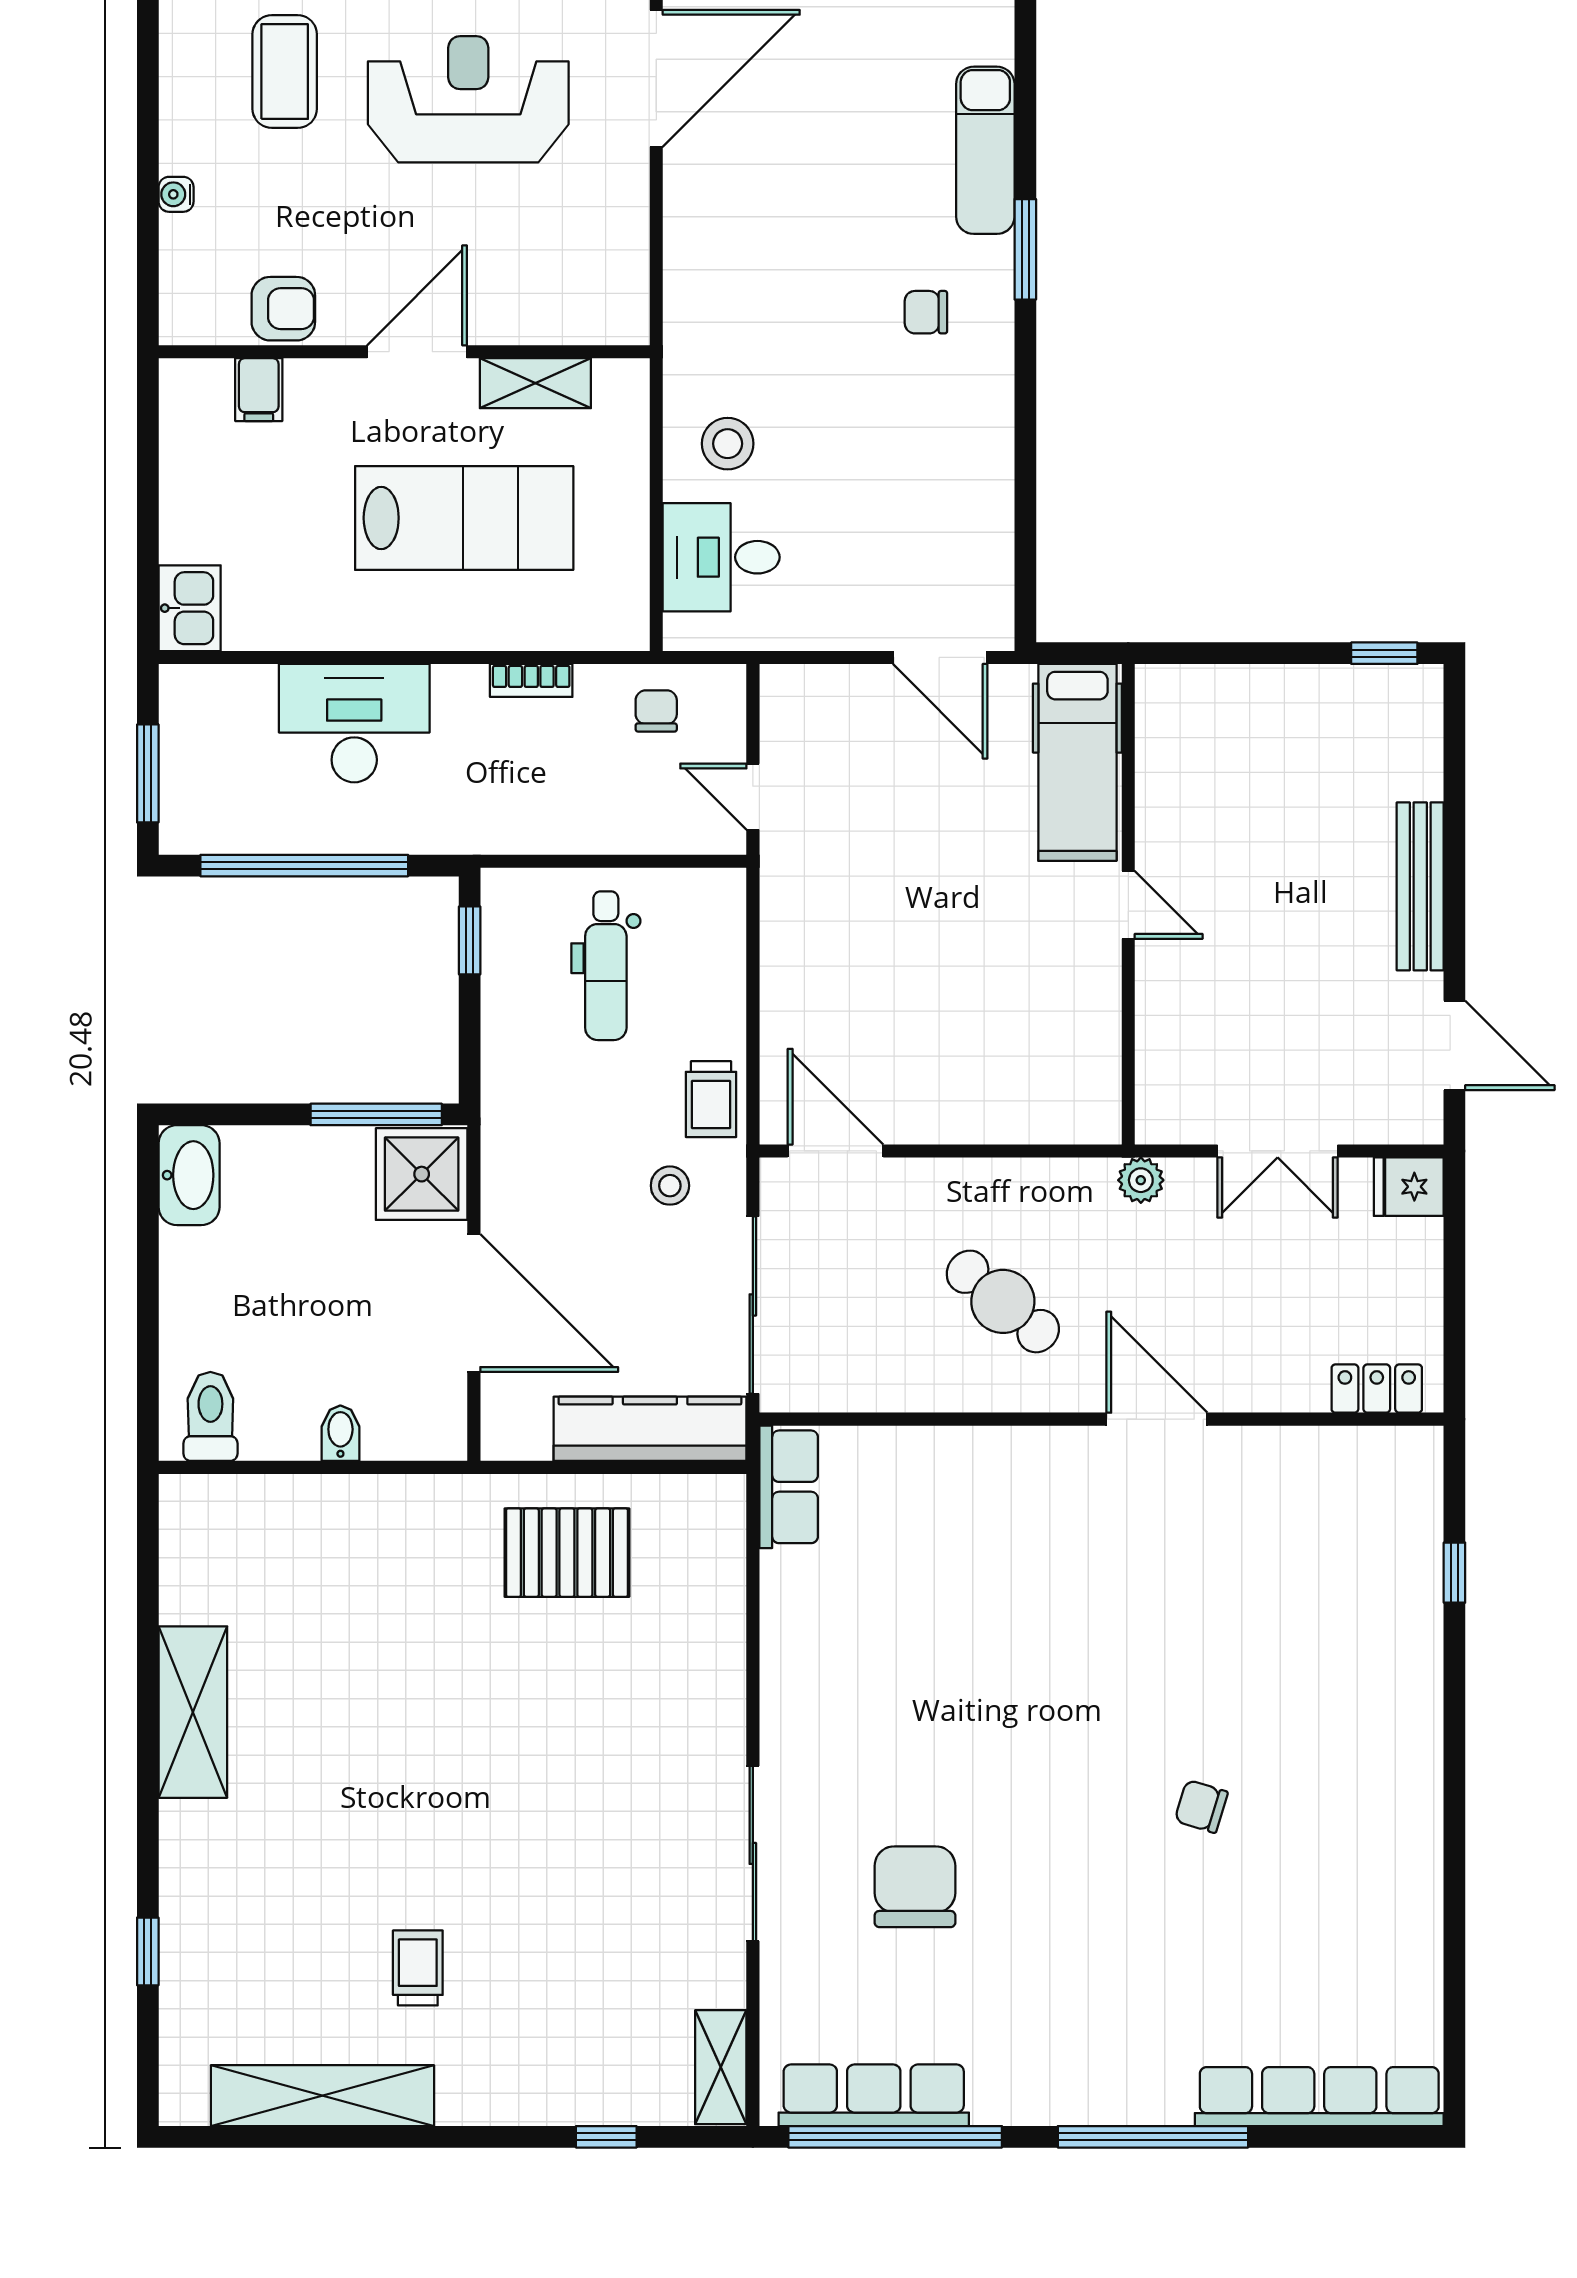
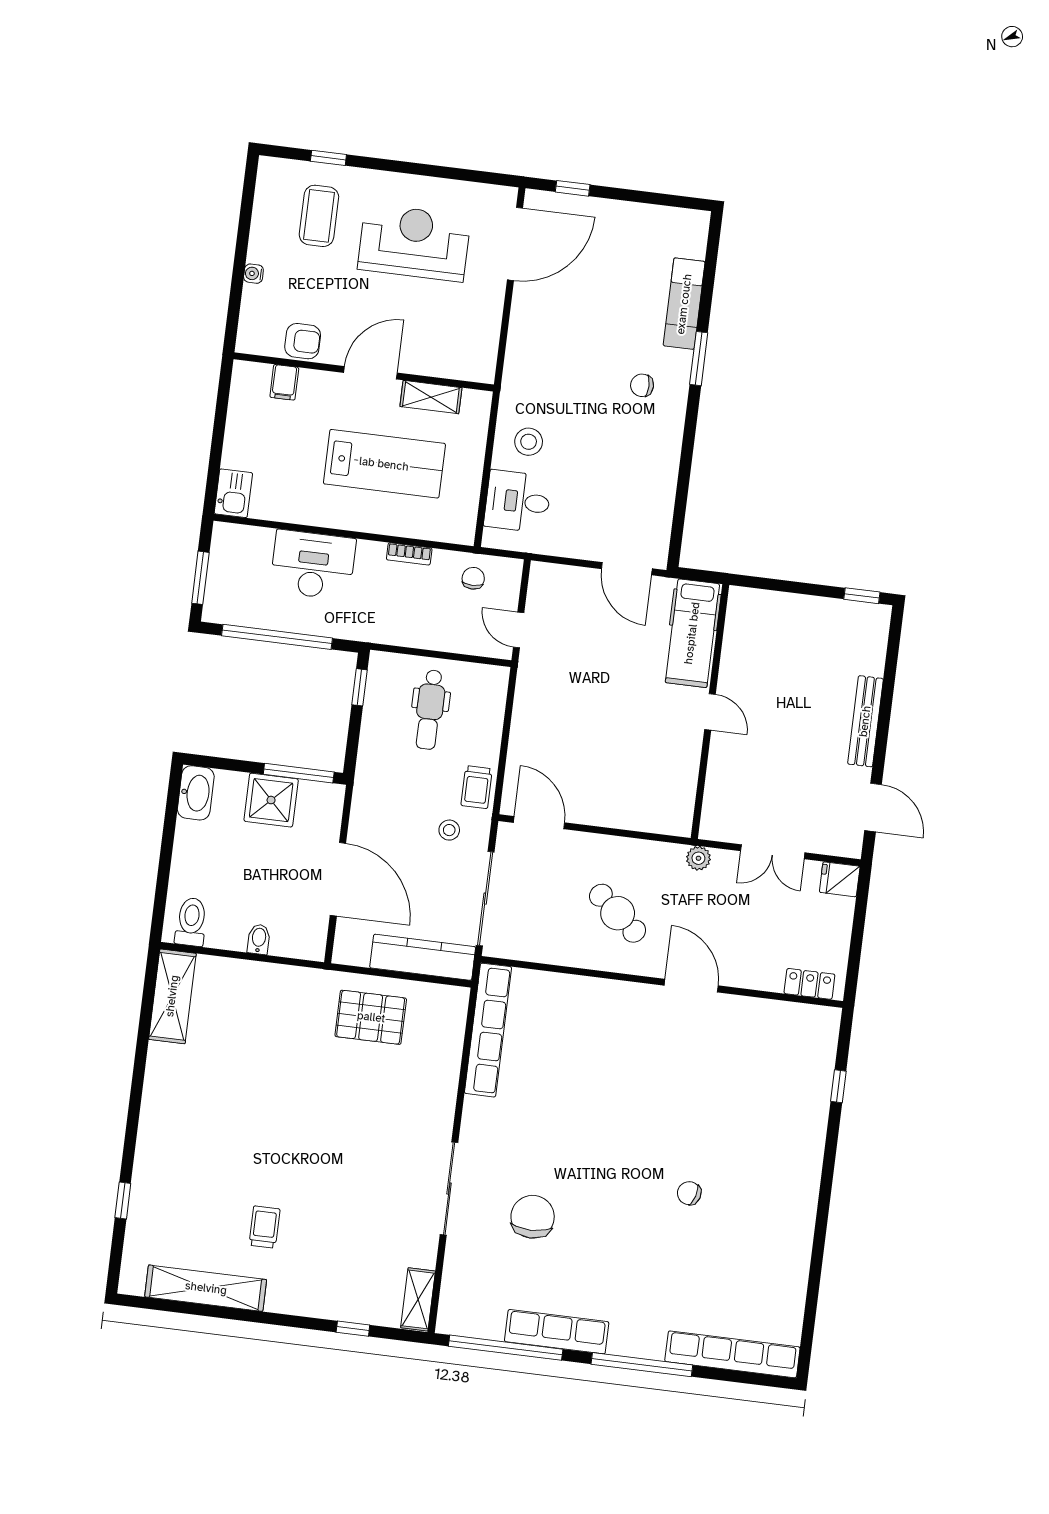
shower: (422, 1174) -> (271, 800), moved
row of seats: (789, 1487) -> (488, 1030), width x2.02
shelving: (193, 1712) -> (172, 996), moved
row of seats: (874, 2095) -> (557, 1332), moved

